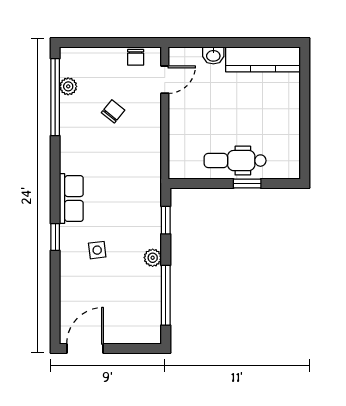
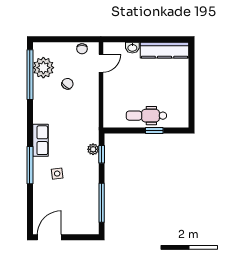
plant: (68, 86) -> (43, 68), width x1.87, depth x1.87
window: (55, 237) -> (30, 165), width x2.17
plant: (153, 258) -> (93, 149), moved

